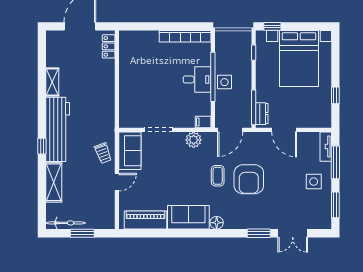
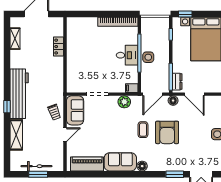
locker: (109, 46) -> (59, 47), moved
shelving: (52, 82) -> (15, 39), moved
floor lamp: (257, 138) -> (173, 101), added
bicycle: (66, 223) -> (36, 166), moved

